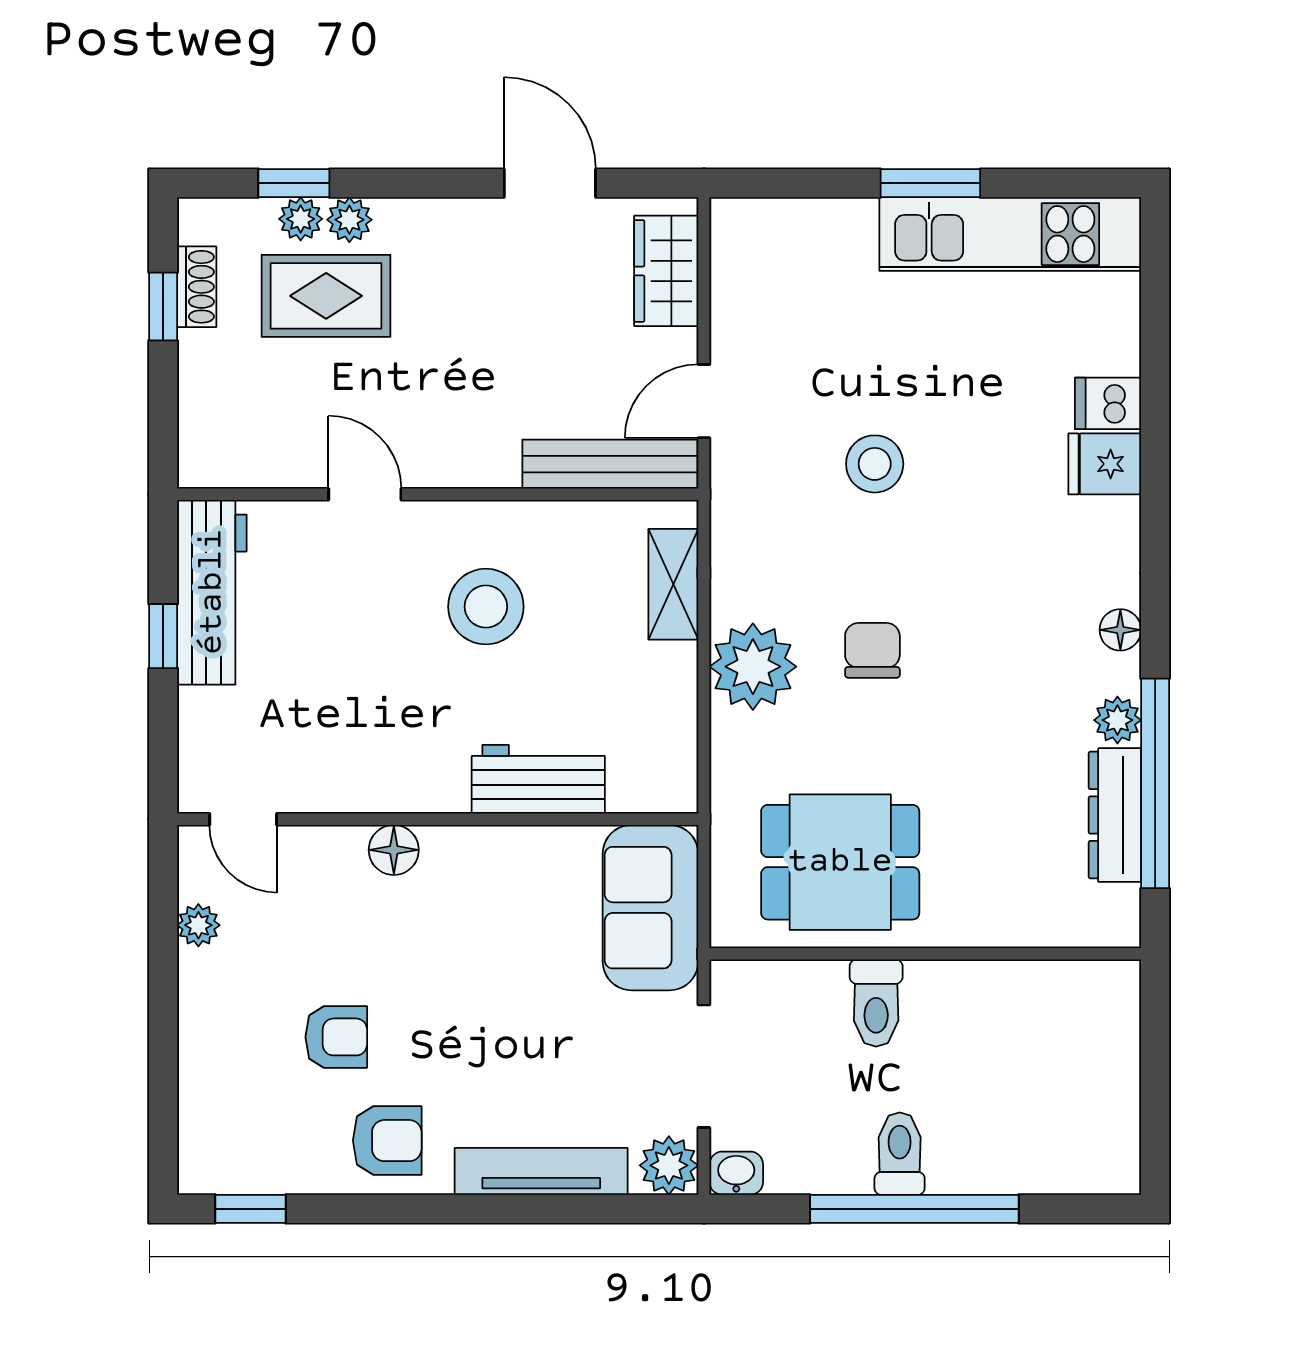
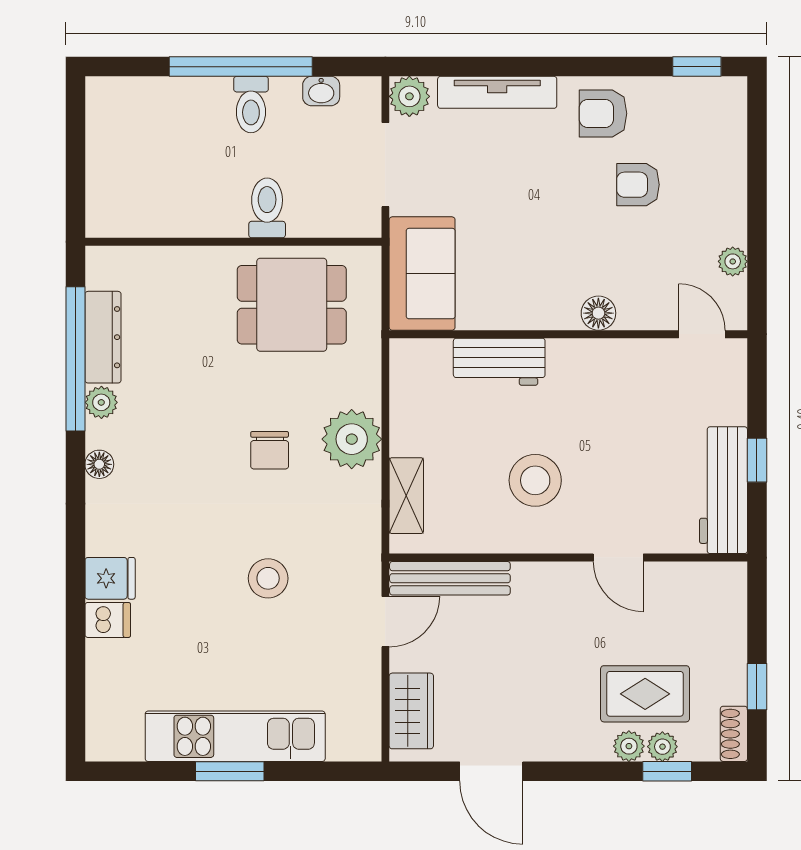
kitchen unit: (1010, 234) -> (235, 736), moved
shoe rack: (197, 287) -> (734, 734), moved
washbasin: (736, 1173) -> (321, 91), moved

